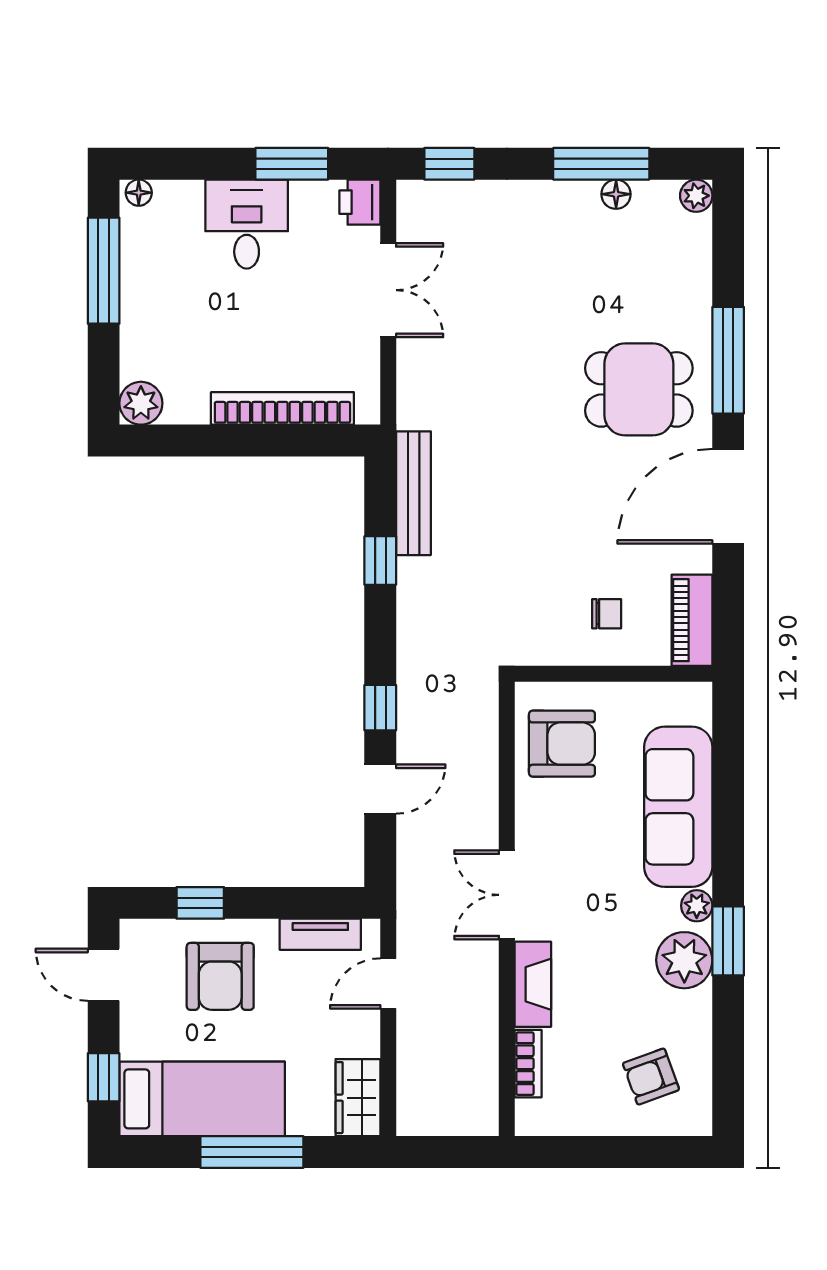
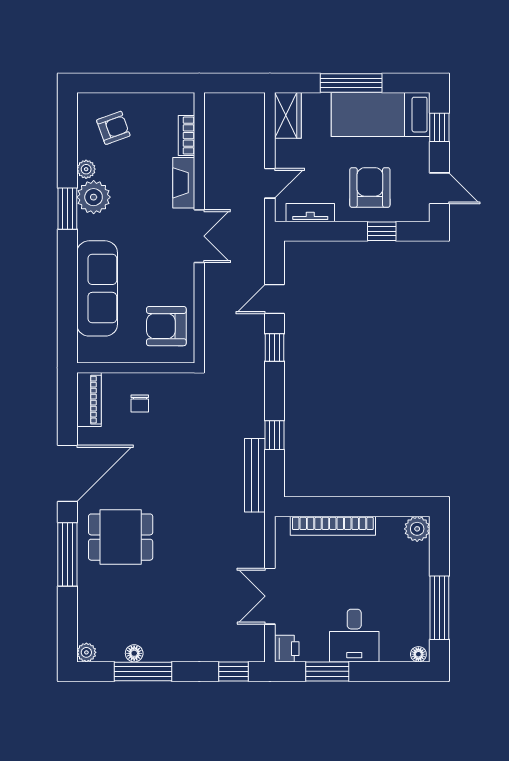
chair: (607, 614) -> (140, 403), turned -90
plant: (697, 906) -> (86, 169), moved

